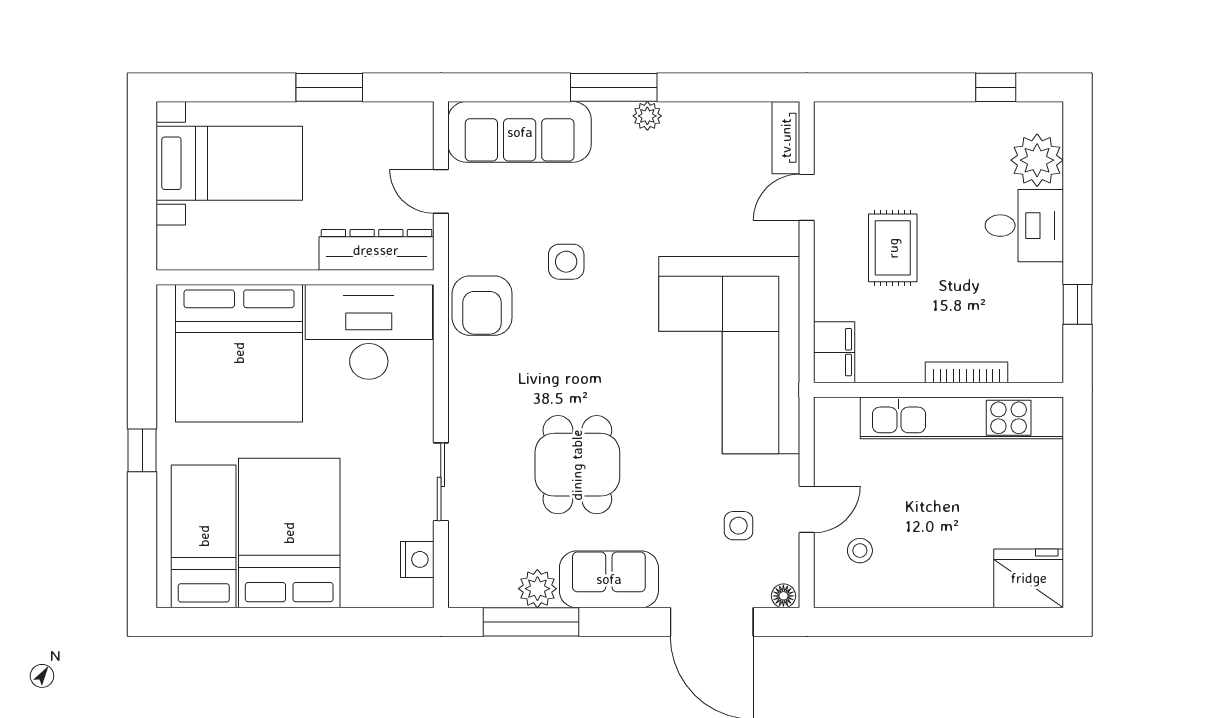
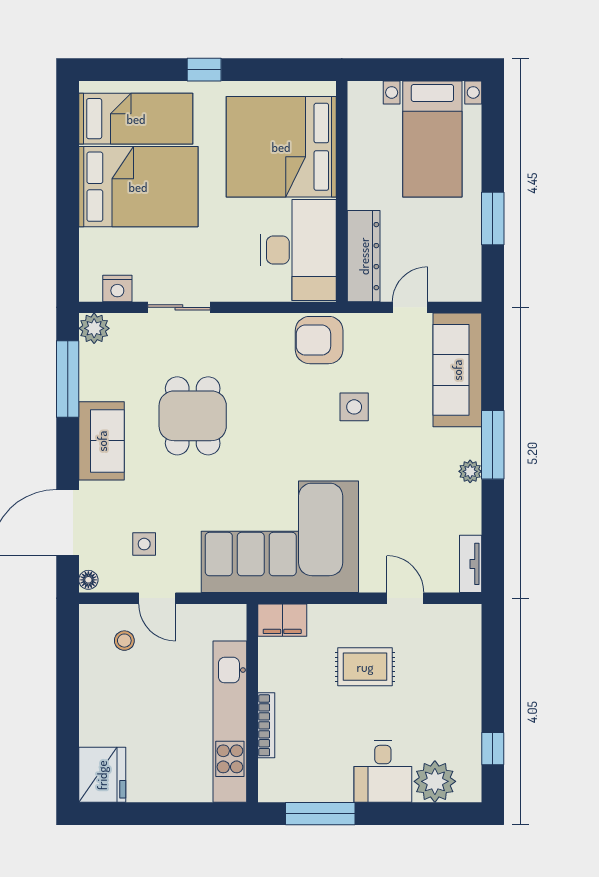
tv unit: (786, 138) -> (471, 564), moved, turned -90
window: (1077, 304) -> (320, 814), width x2.17
dining table: (577, 465) -> (193, 416), turned 90
plant: (537, 589) -> (94, 328), moved

